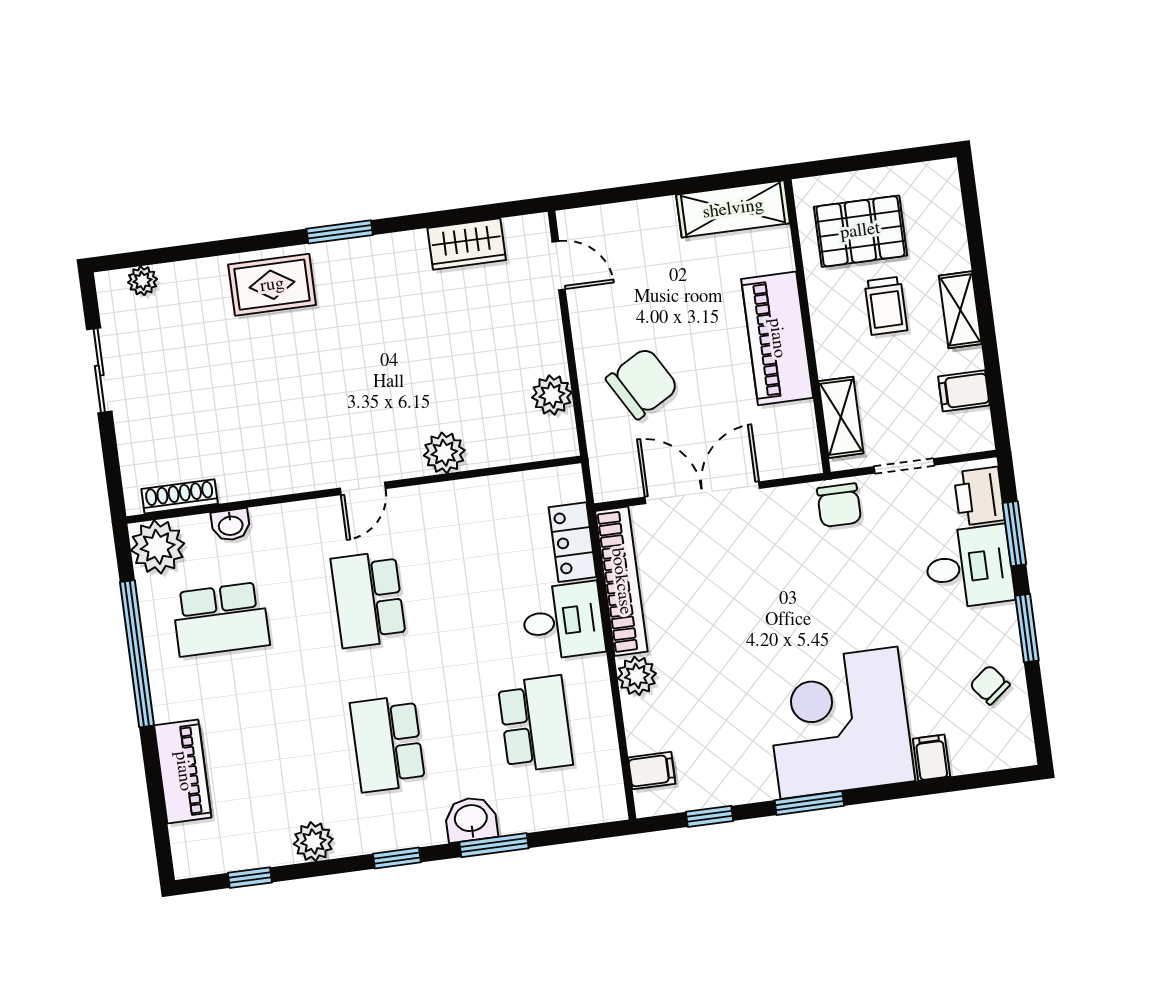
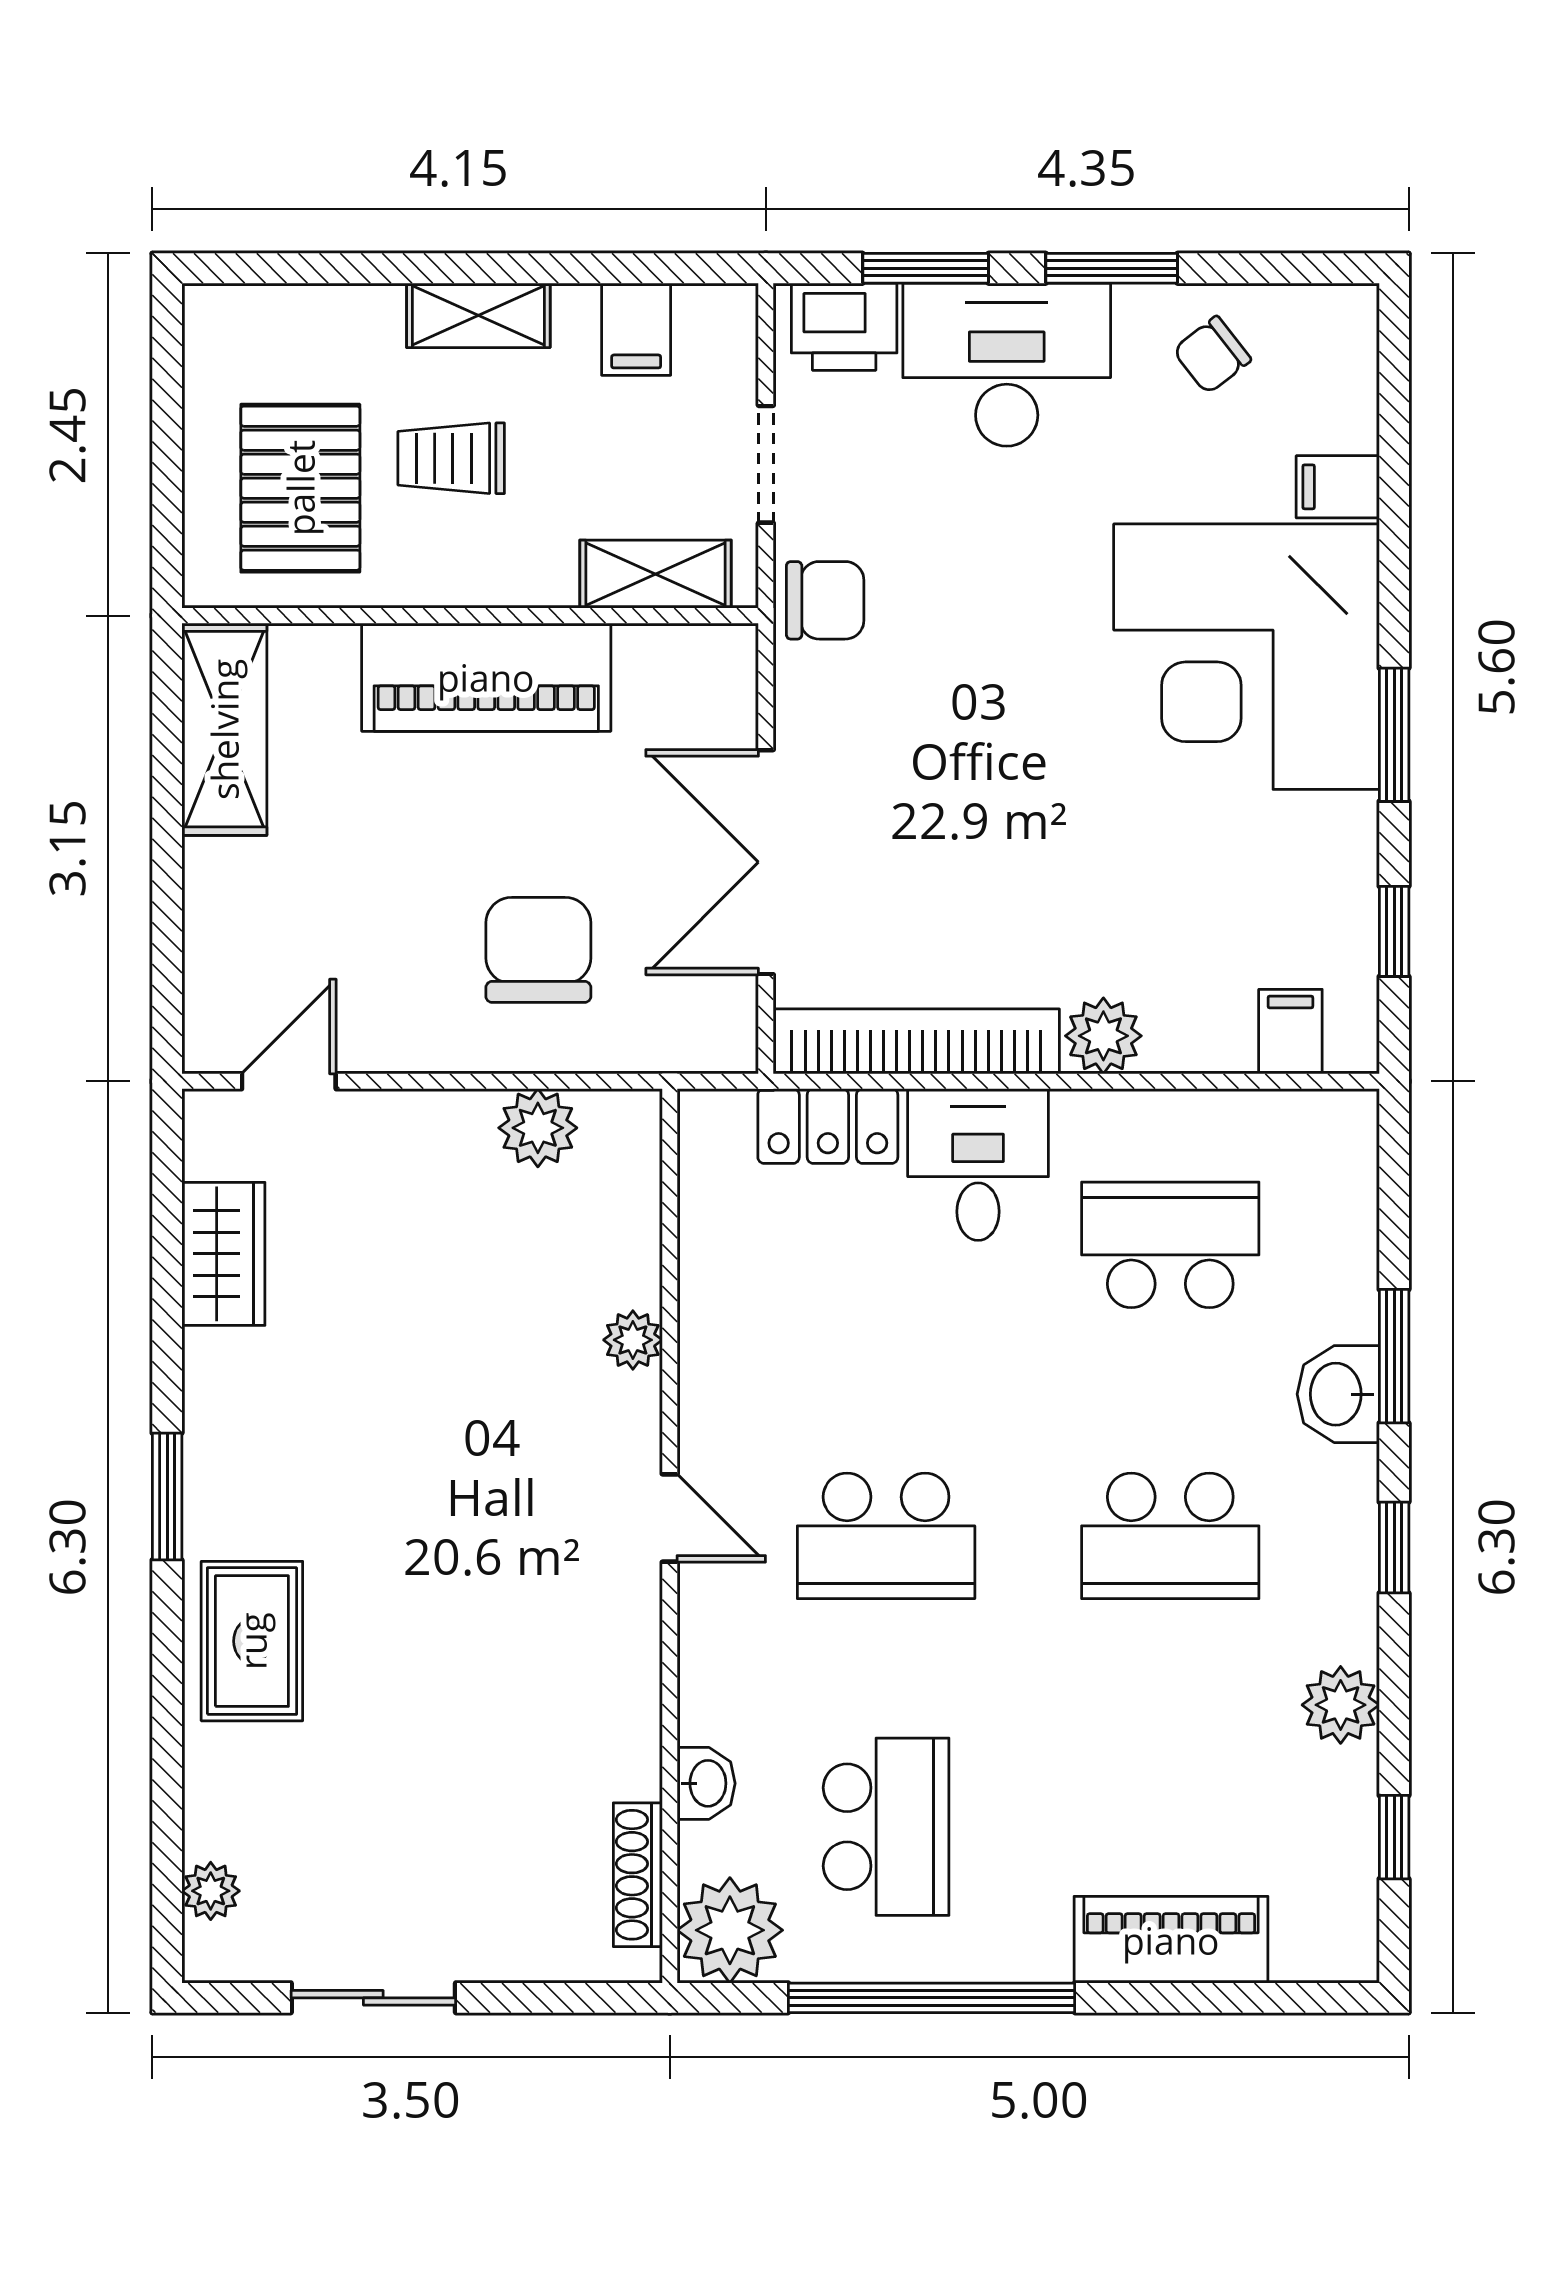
trolley: (886, 306) -> (451, 458), turned 180
chair: (642, 383) -> (538, 950), turned 30
plant: (444, 453) -> (633, 1340), width x0.73, depth x0.73
desk: (969, 567) -> (1007, 365), width x1.37

